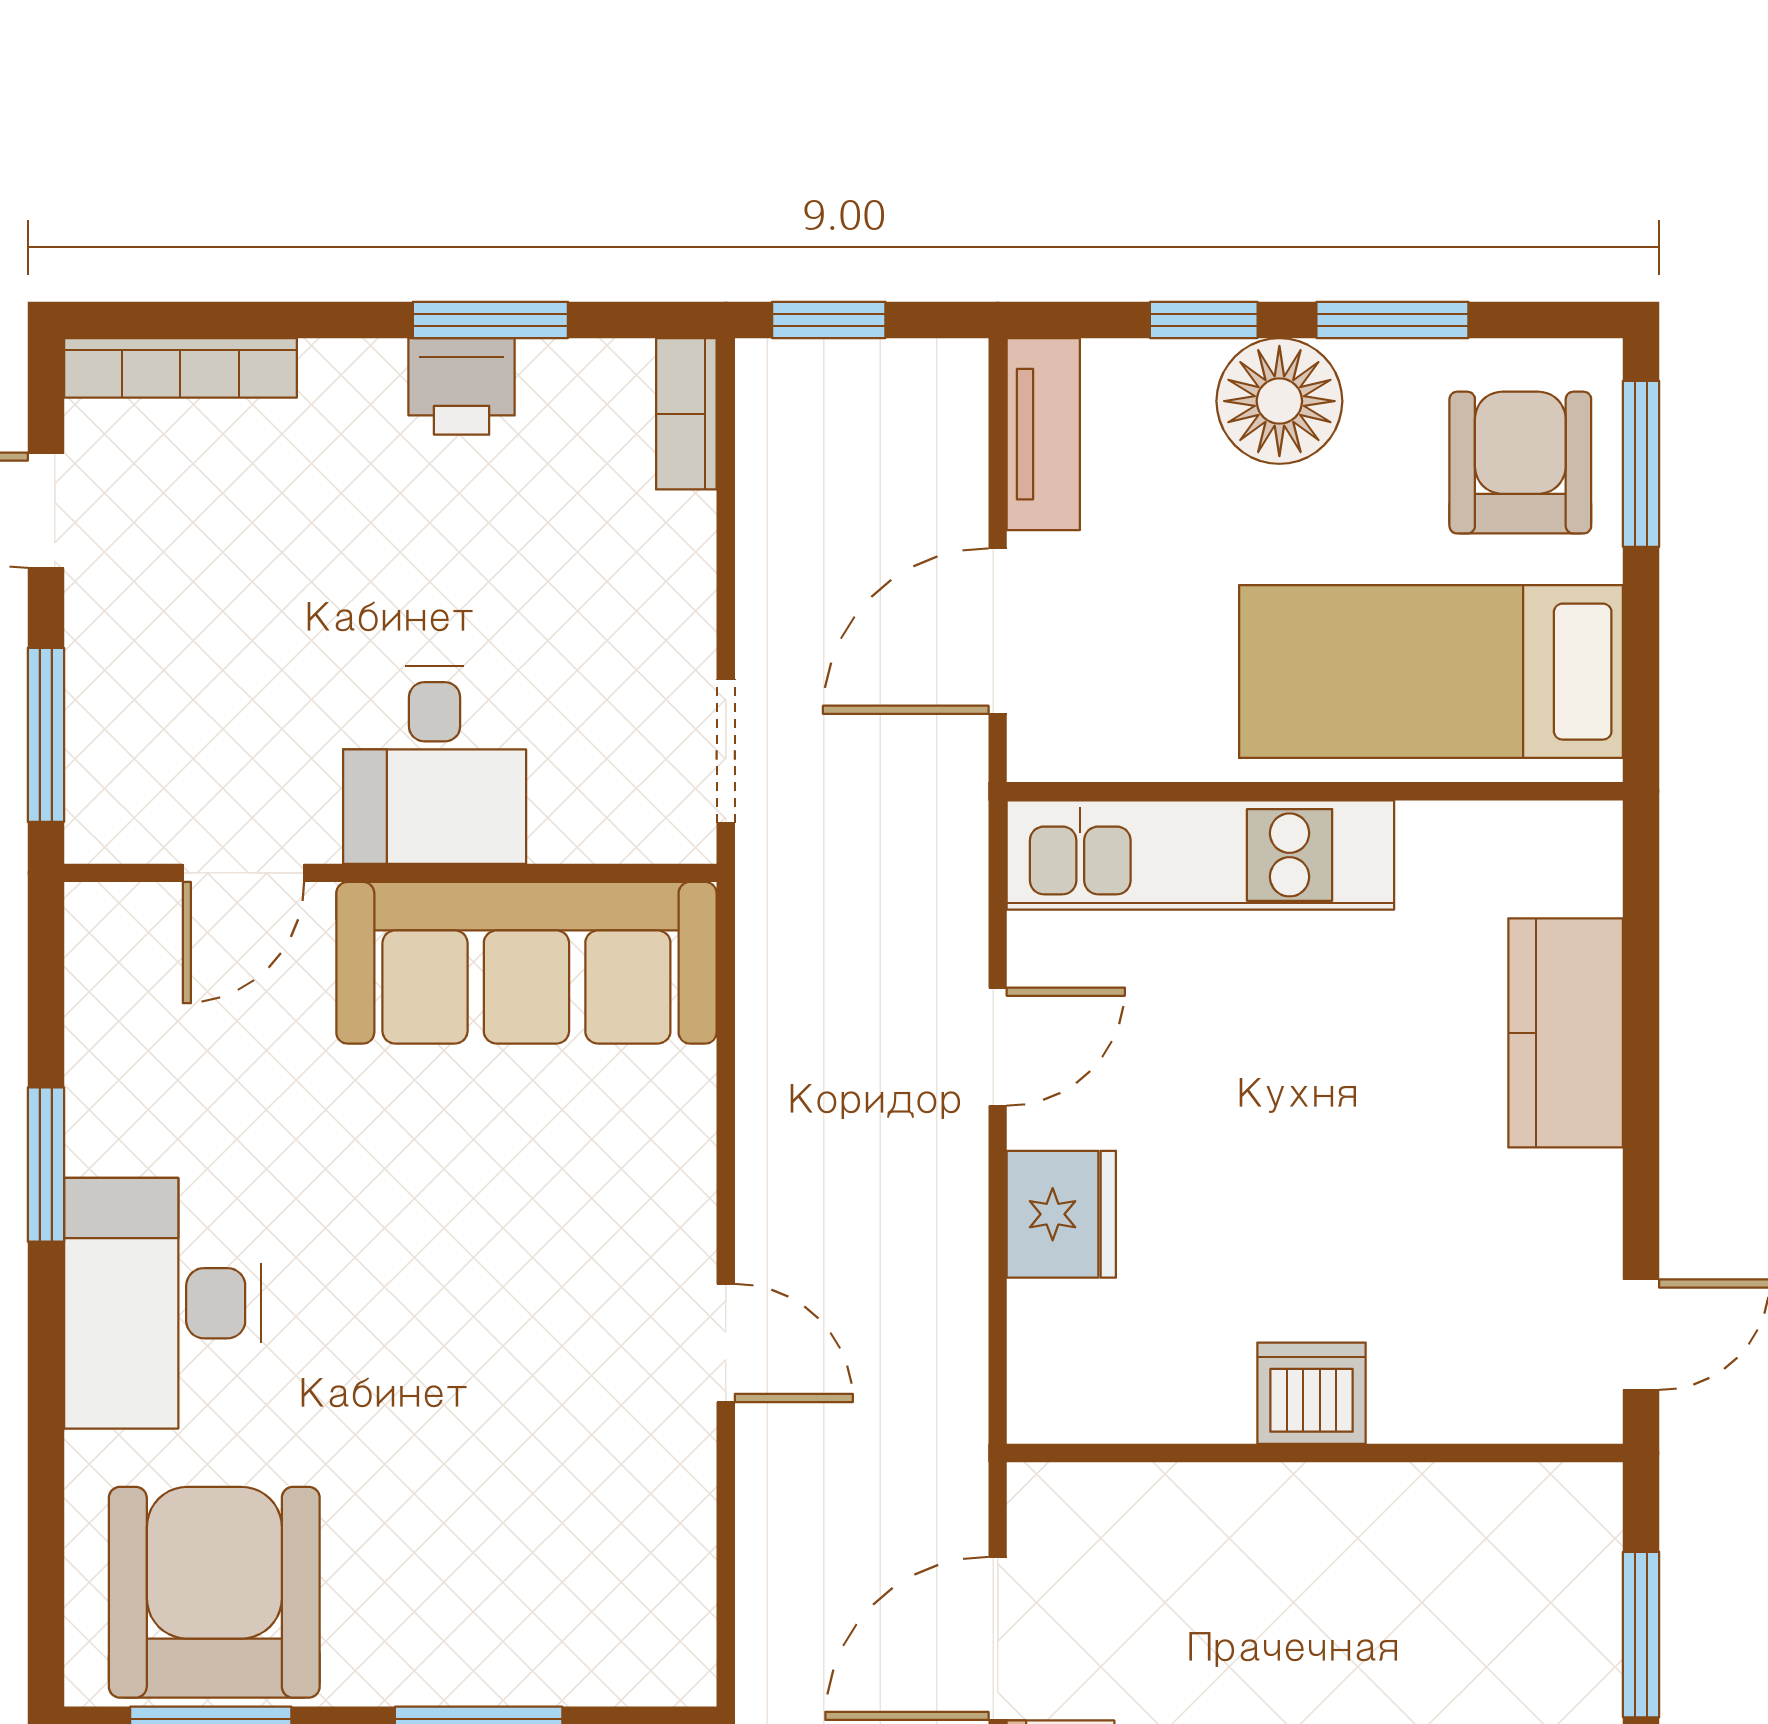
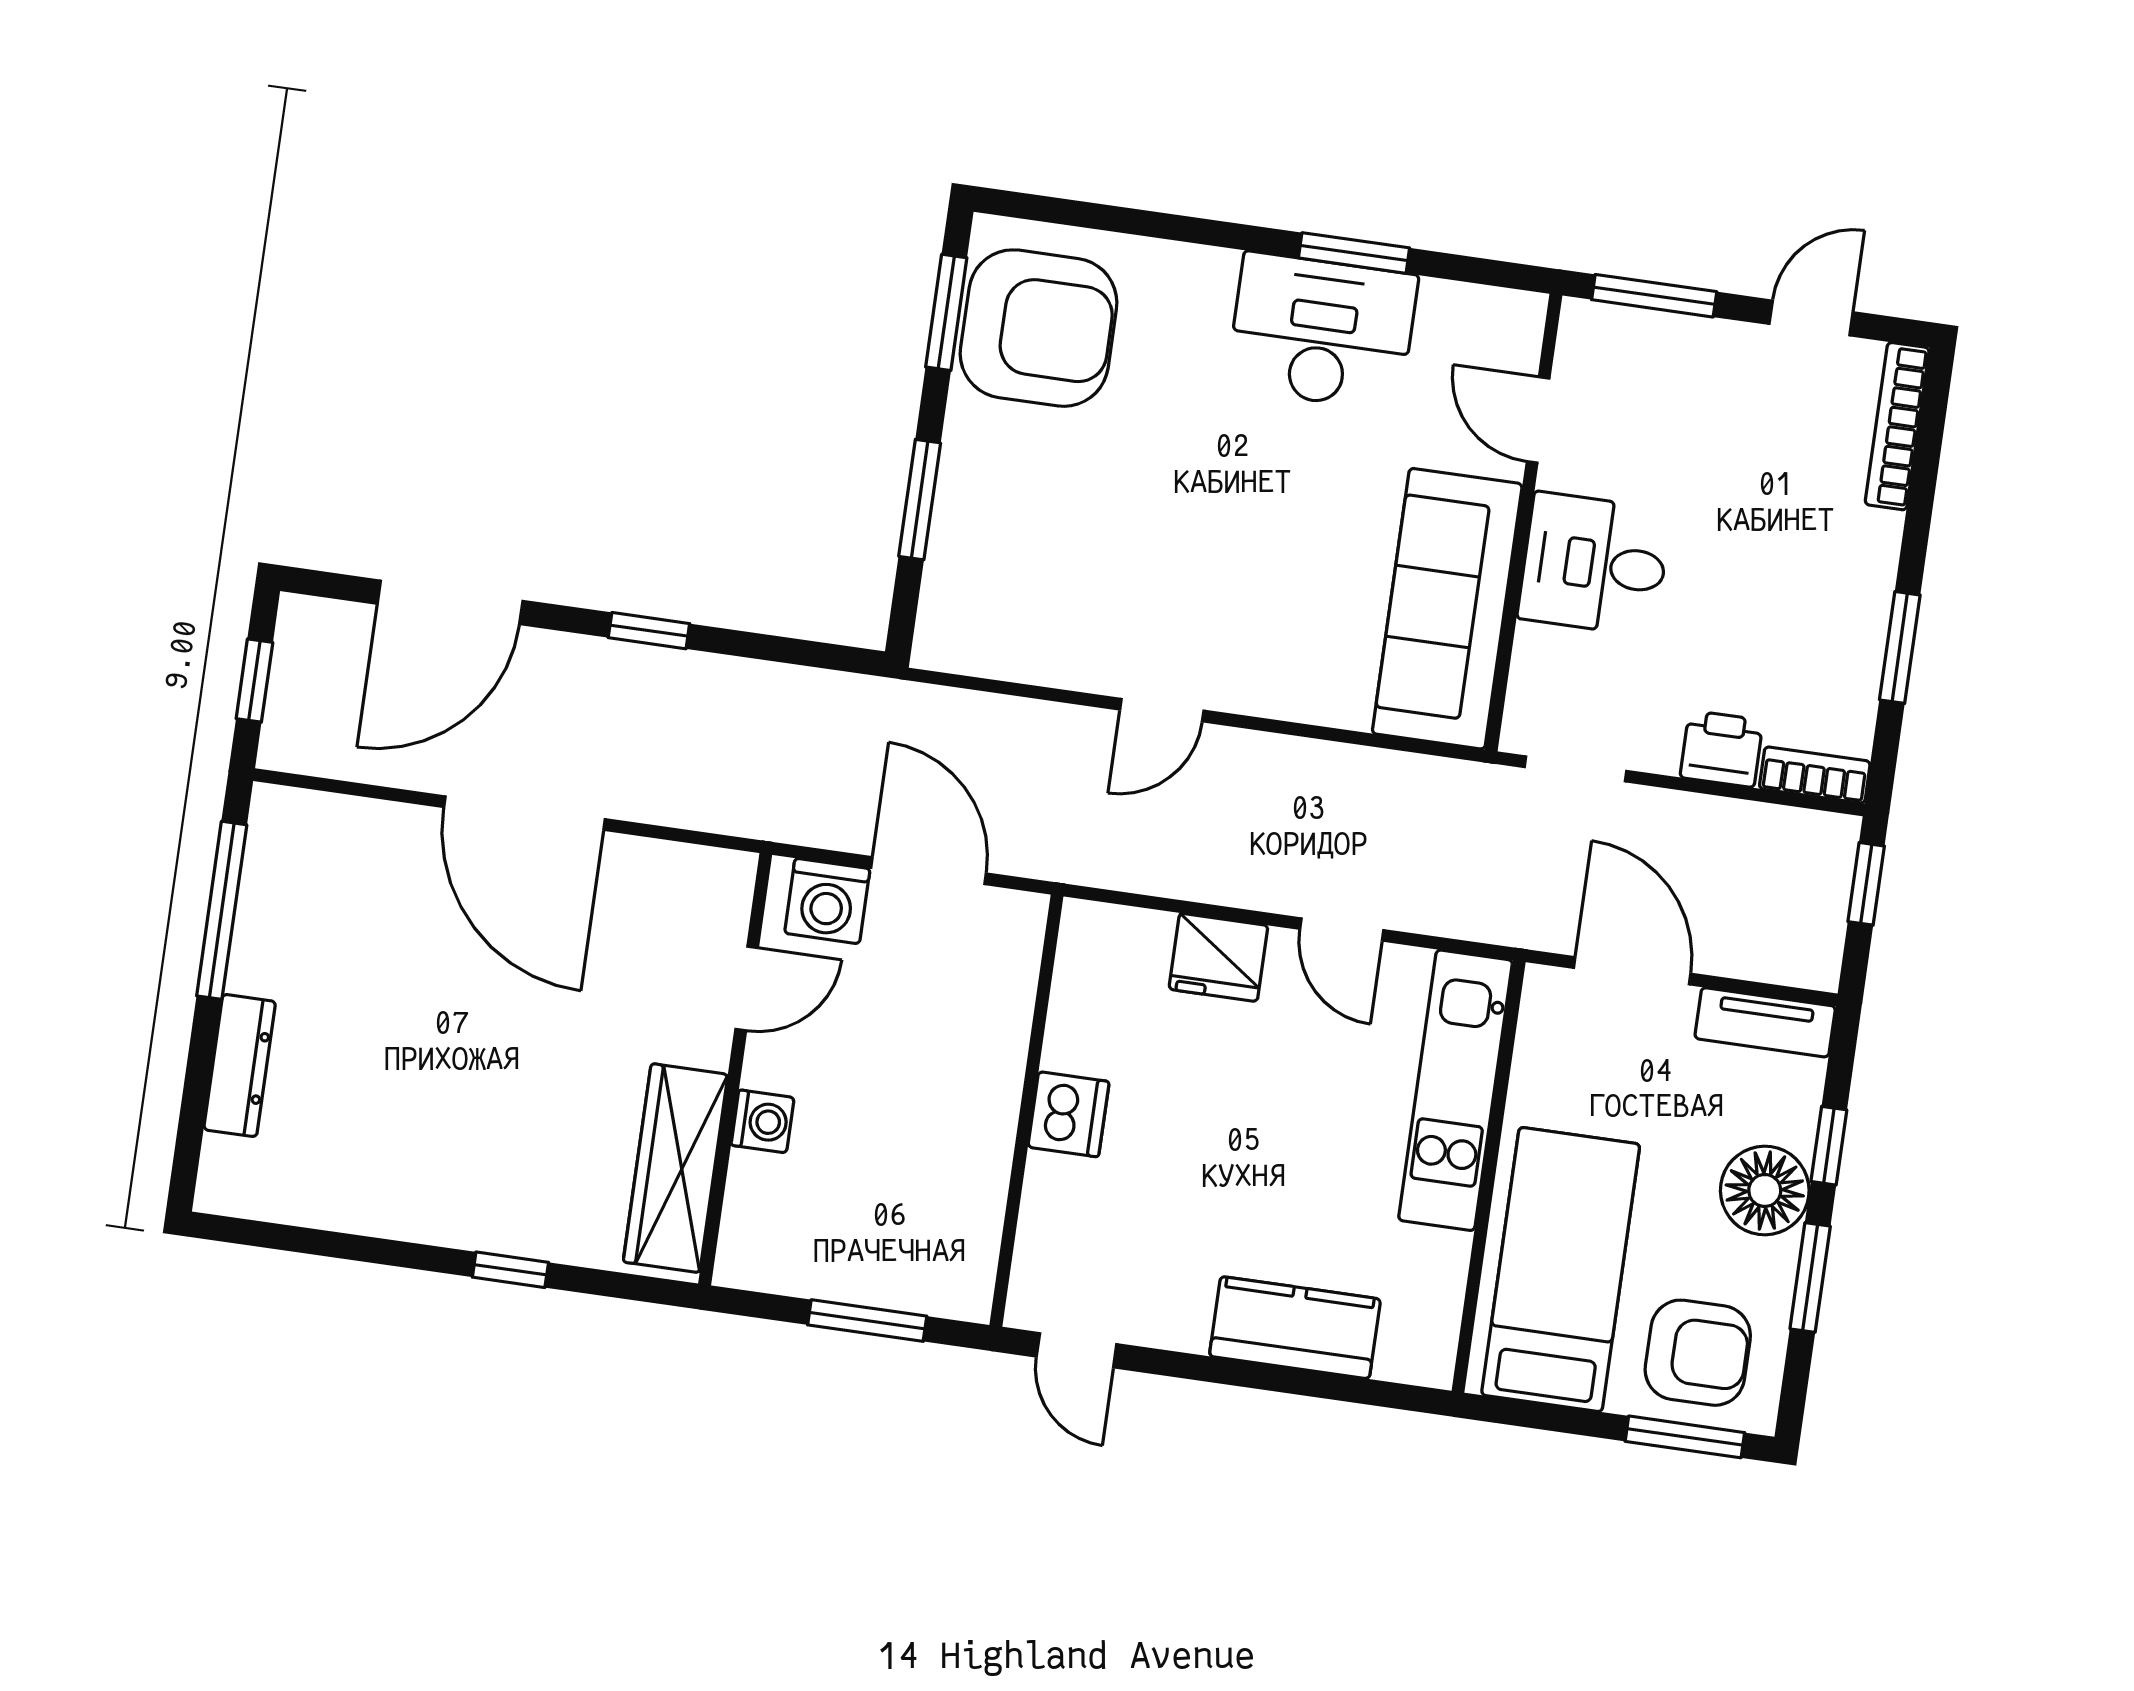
printer: (462, 386) -> (1722, 749), moved, turned 90
desk: (163, 1303) -> (1322, 332), moved

